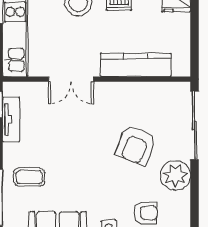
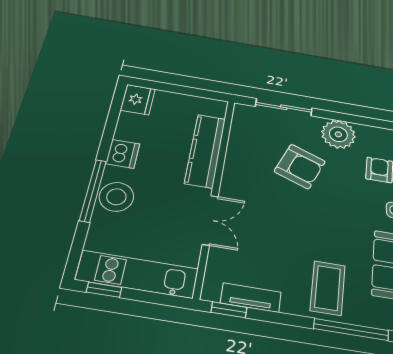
sliding door: (195, 125) -> (284, 107), width x0.73
coffee table: (29, 177) -> (328, 288), width x1.36, depth x1.30

